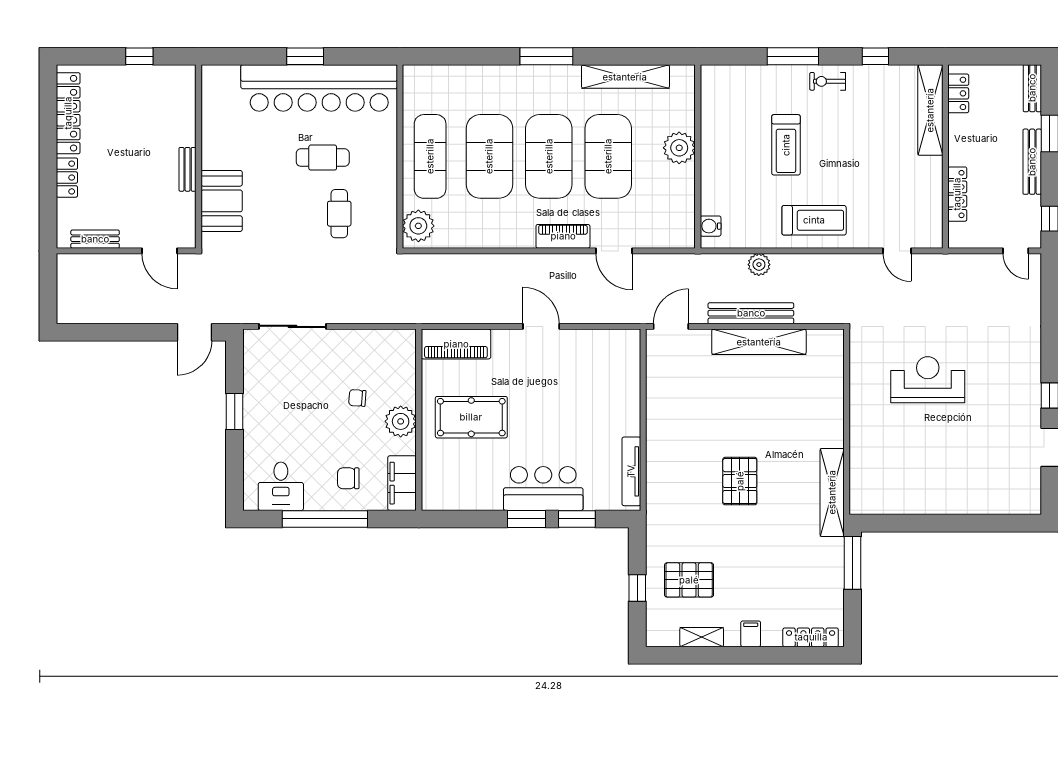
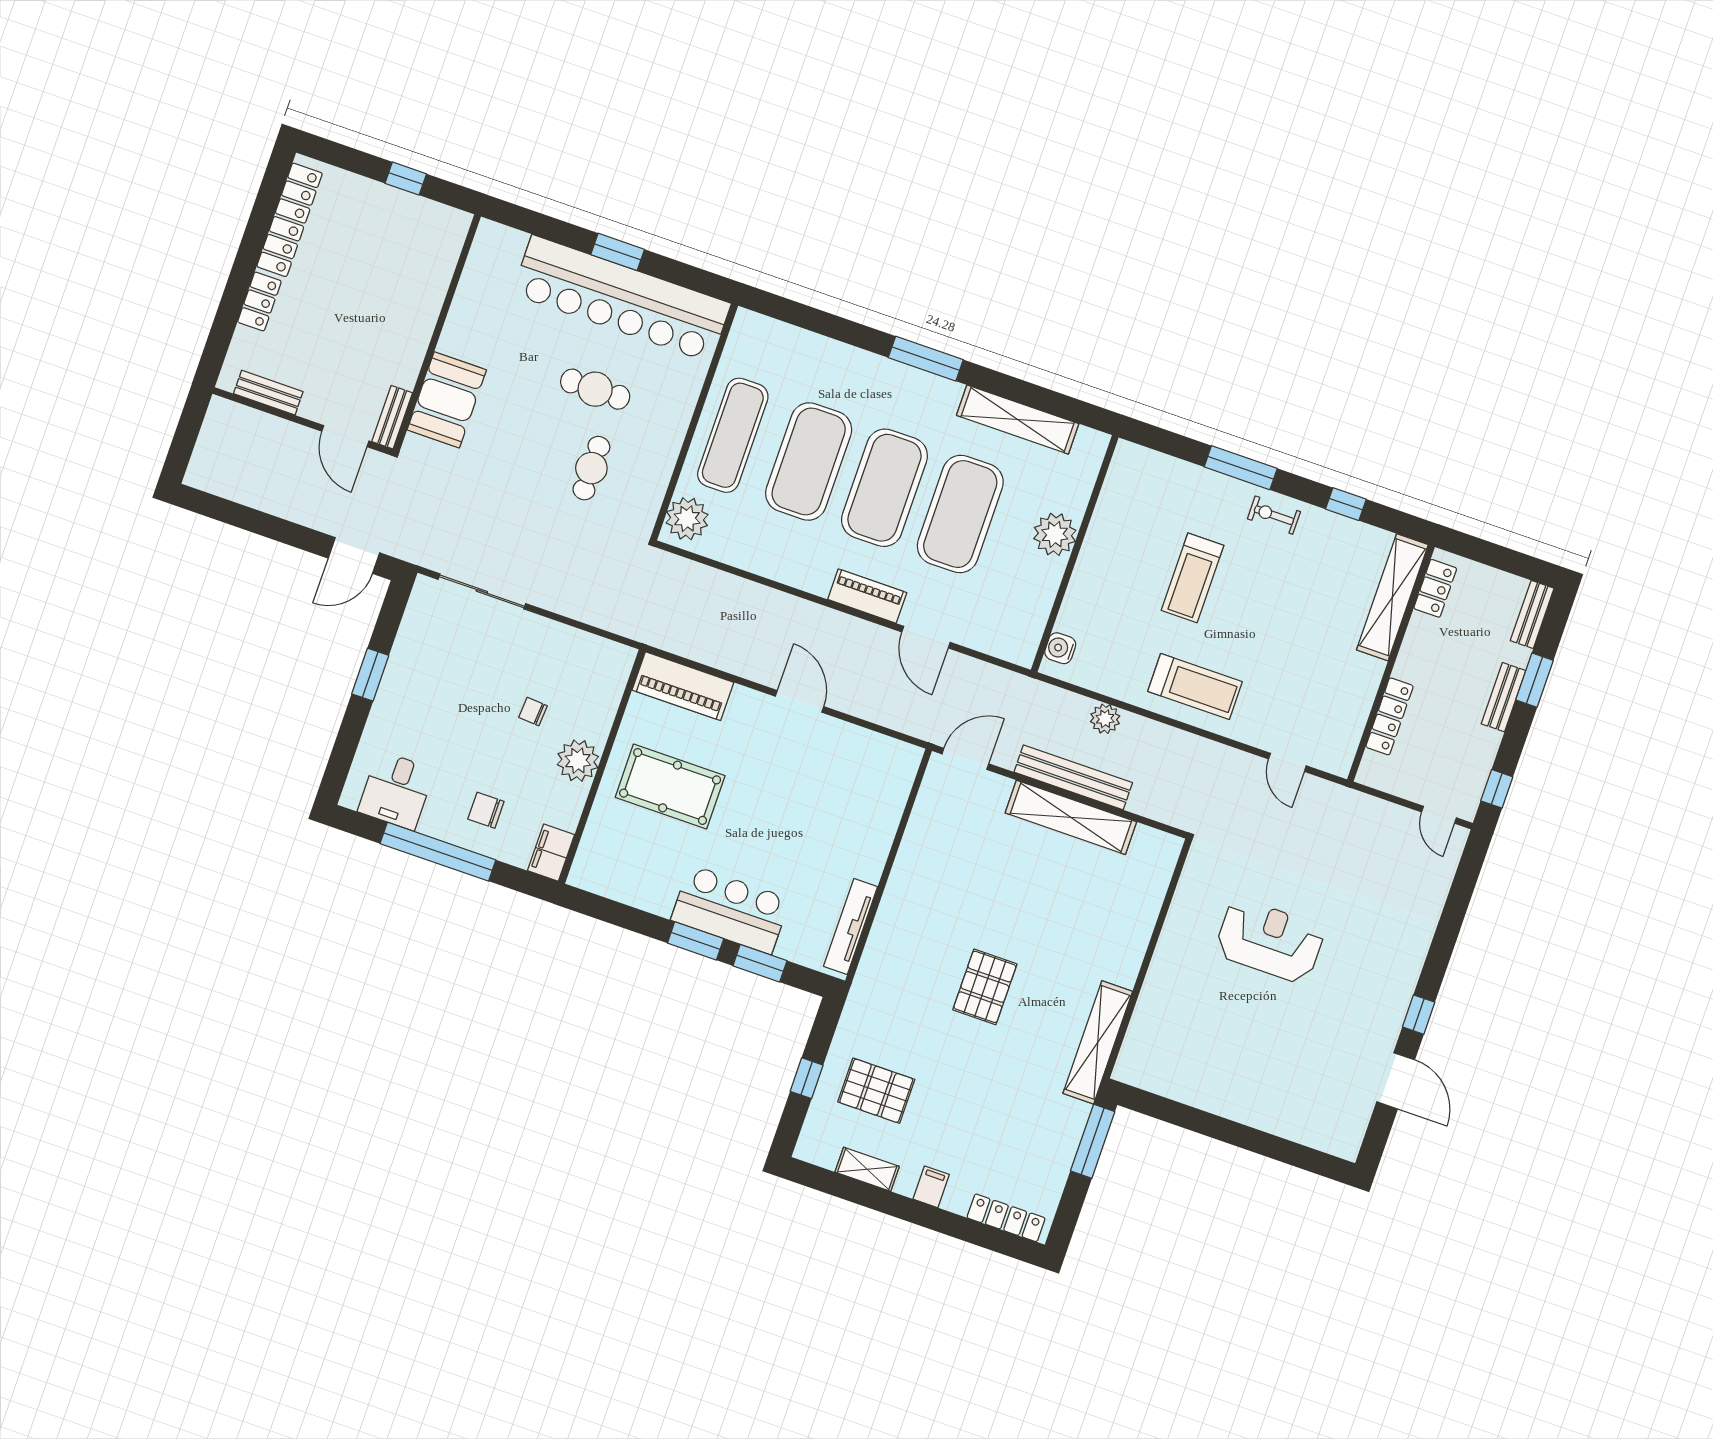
bench: (1032, 162) -> (1503, 697), width x0.73
bench: (188, 169) -> (392, 417), moved
filing cabinet: (402, 483) -> (551, 853), width x0.67, depth x0.86

